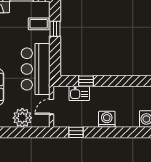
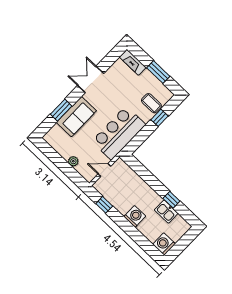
window: (86, 81) -> (171, 200), moved
kitchen sink: (79, 93) -> (166, 212), moved
plant: (22, 118) -> (73, 161), width x0.53, depth x0.53

